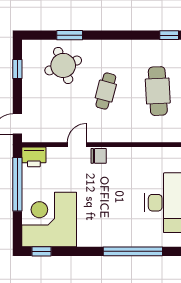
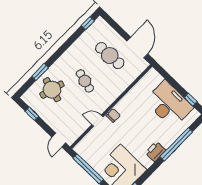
round table: (63, 65) -> (52, 90), turned 35
door: (77, 145) -> (97, 121), hinge flipped
printer: (34, 157) -> (155, 151), moved, turned 180

